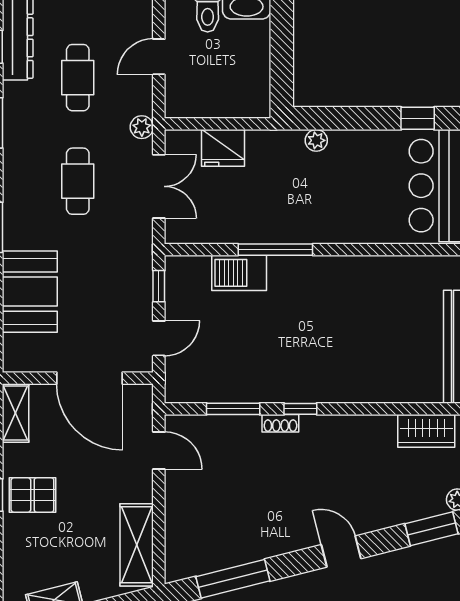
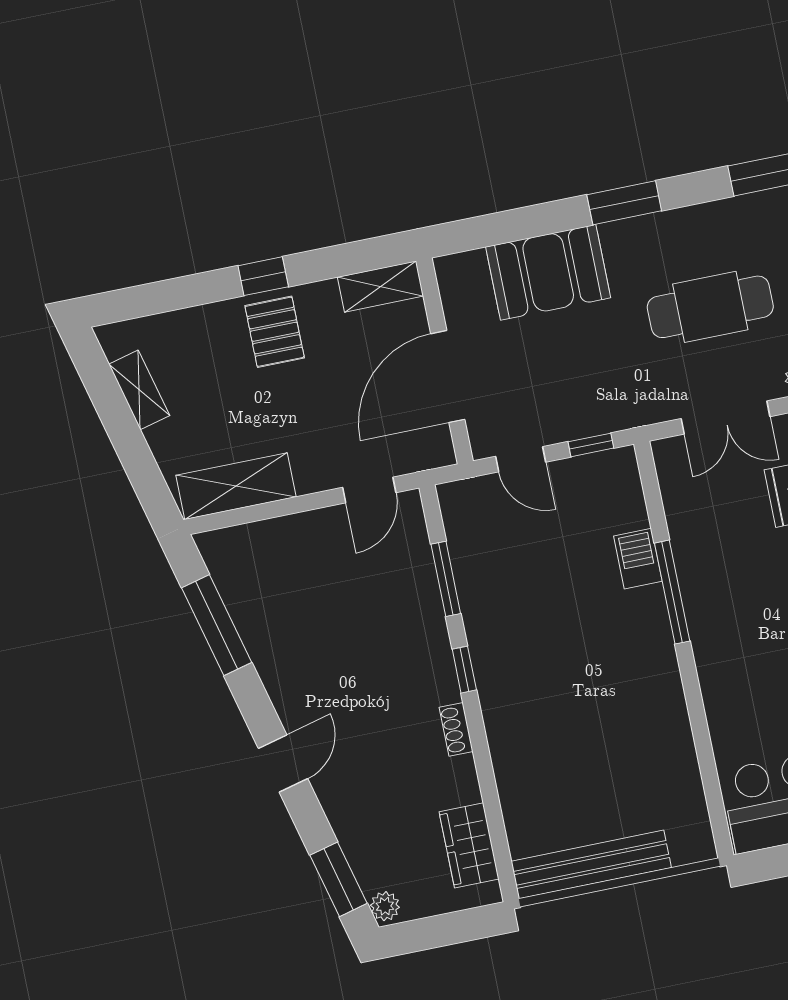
cafe table: (78, 181) -> (710, 307), width x1.37, depth x1.35
barbecue: (239, 273) -> (638, 559), width x0.73, depth x0.79
shoe rack: (280, 423) -> (456, 729), moved

